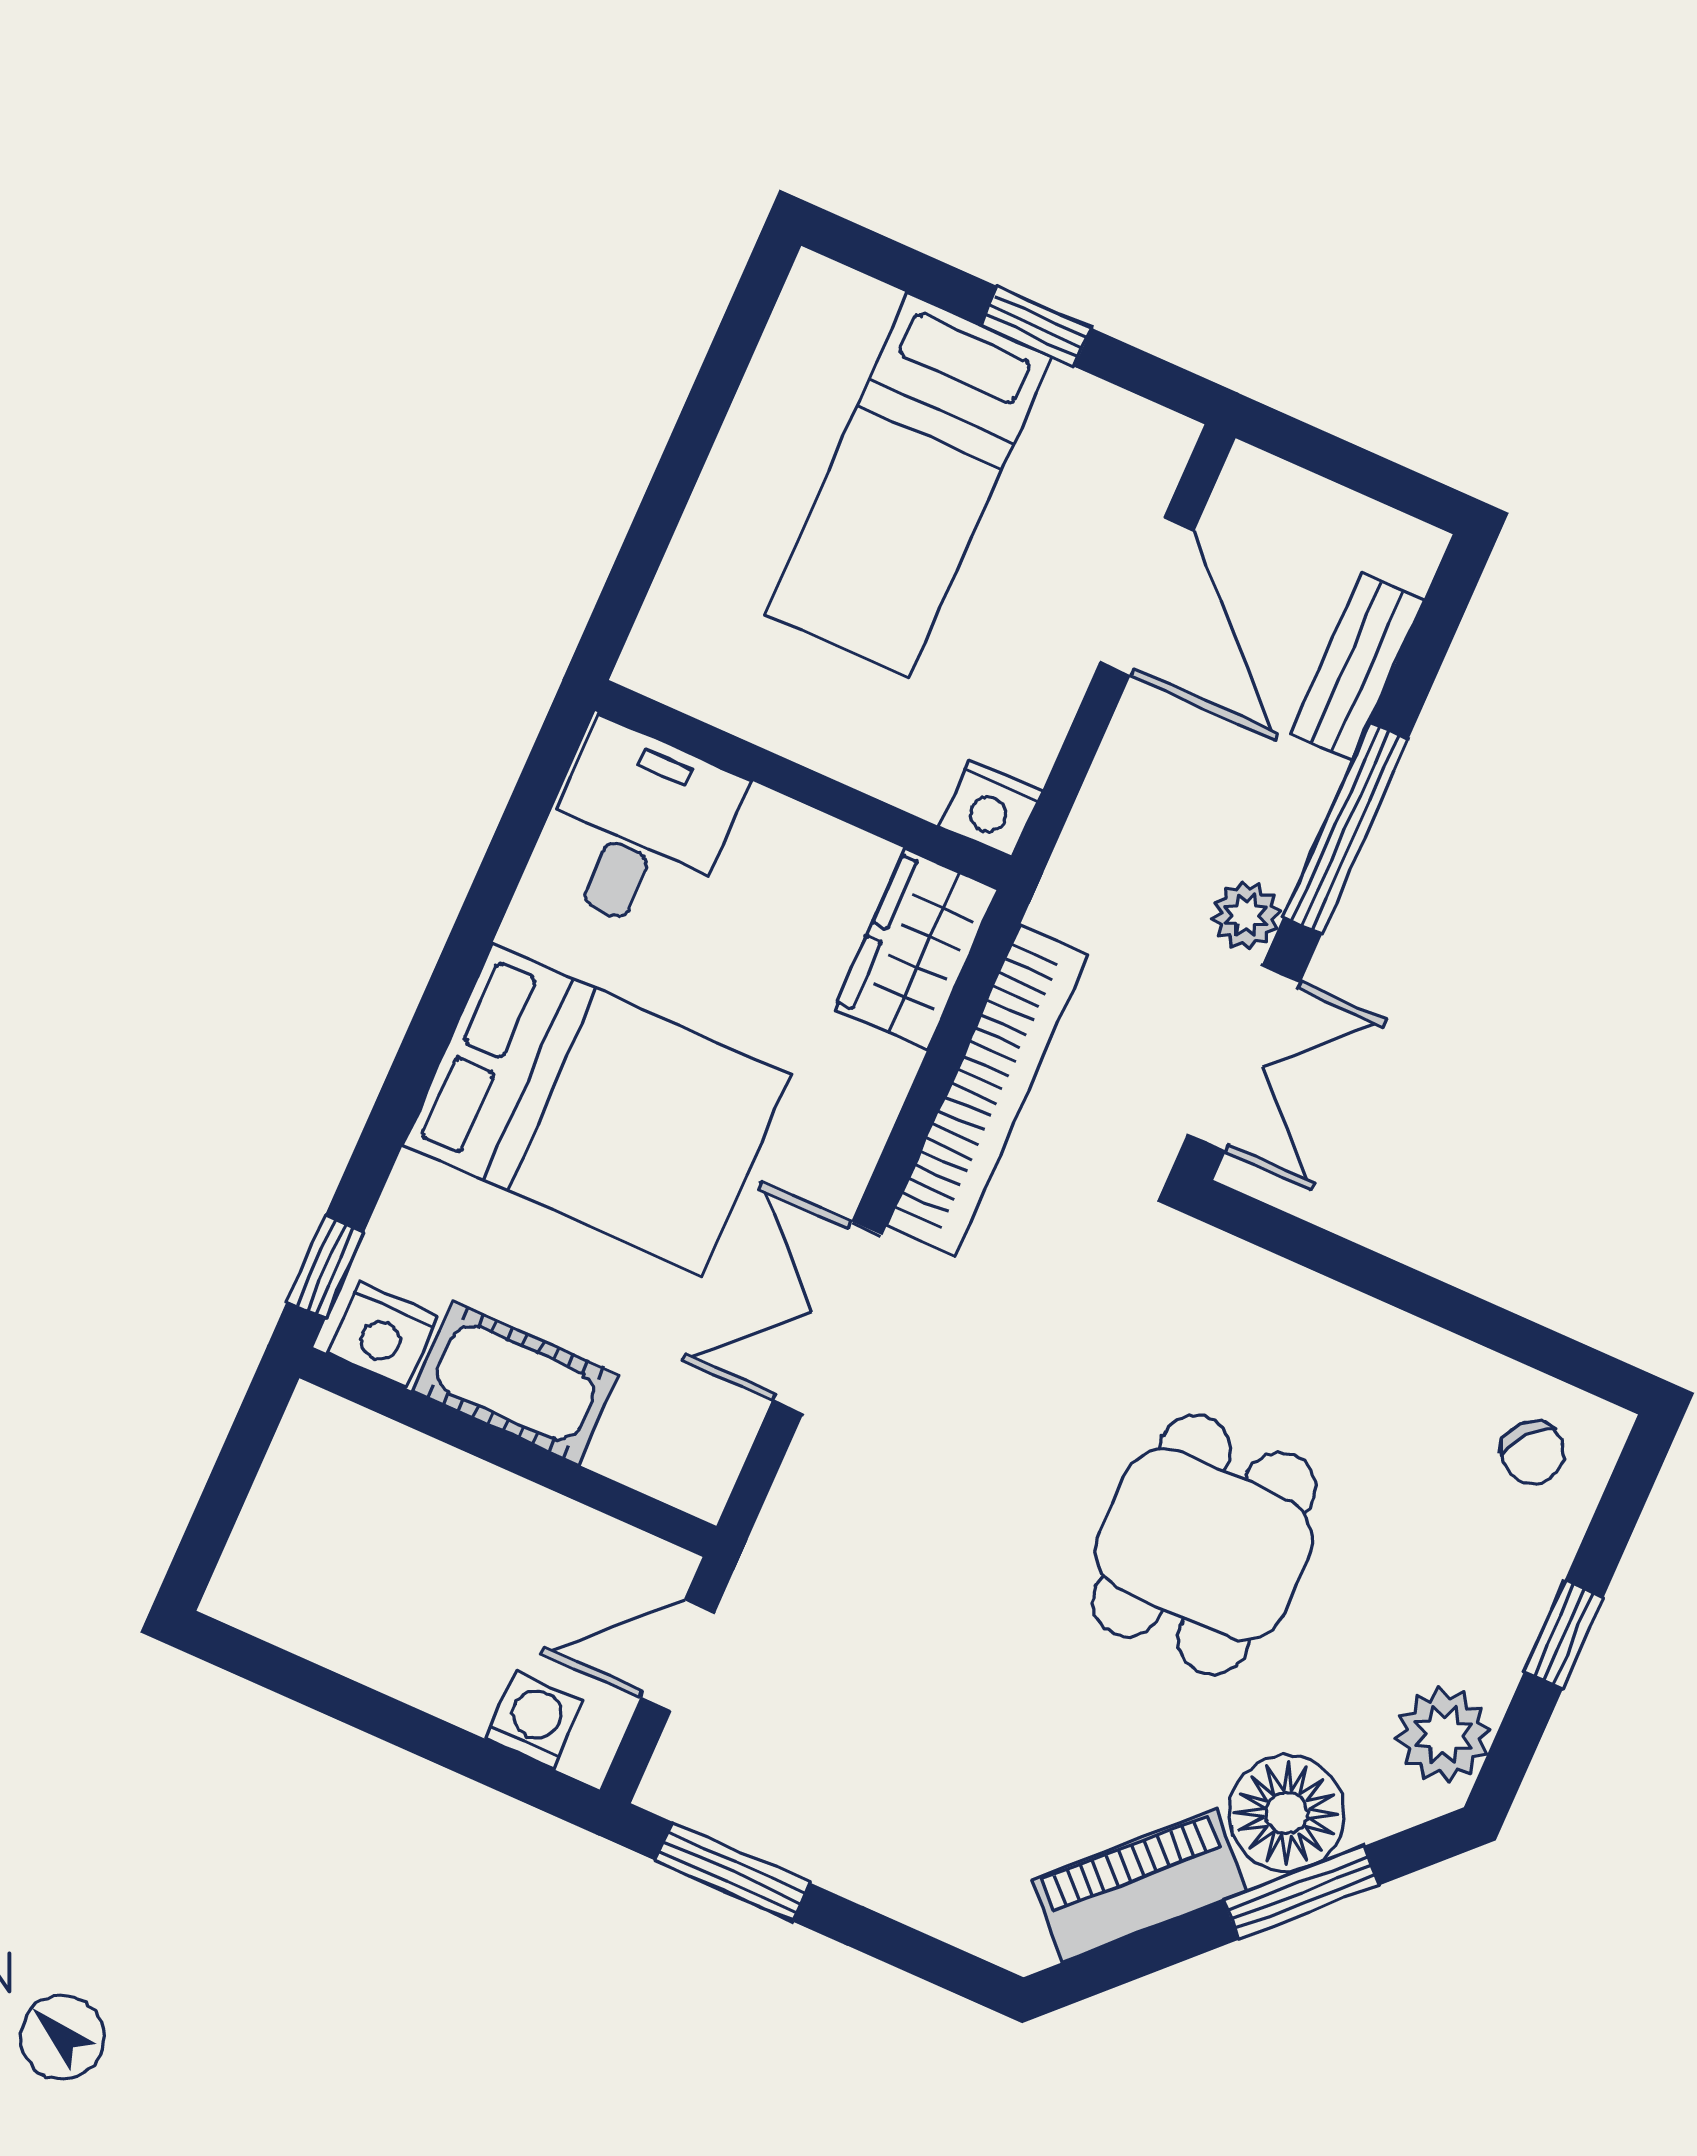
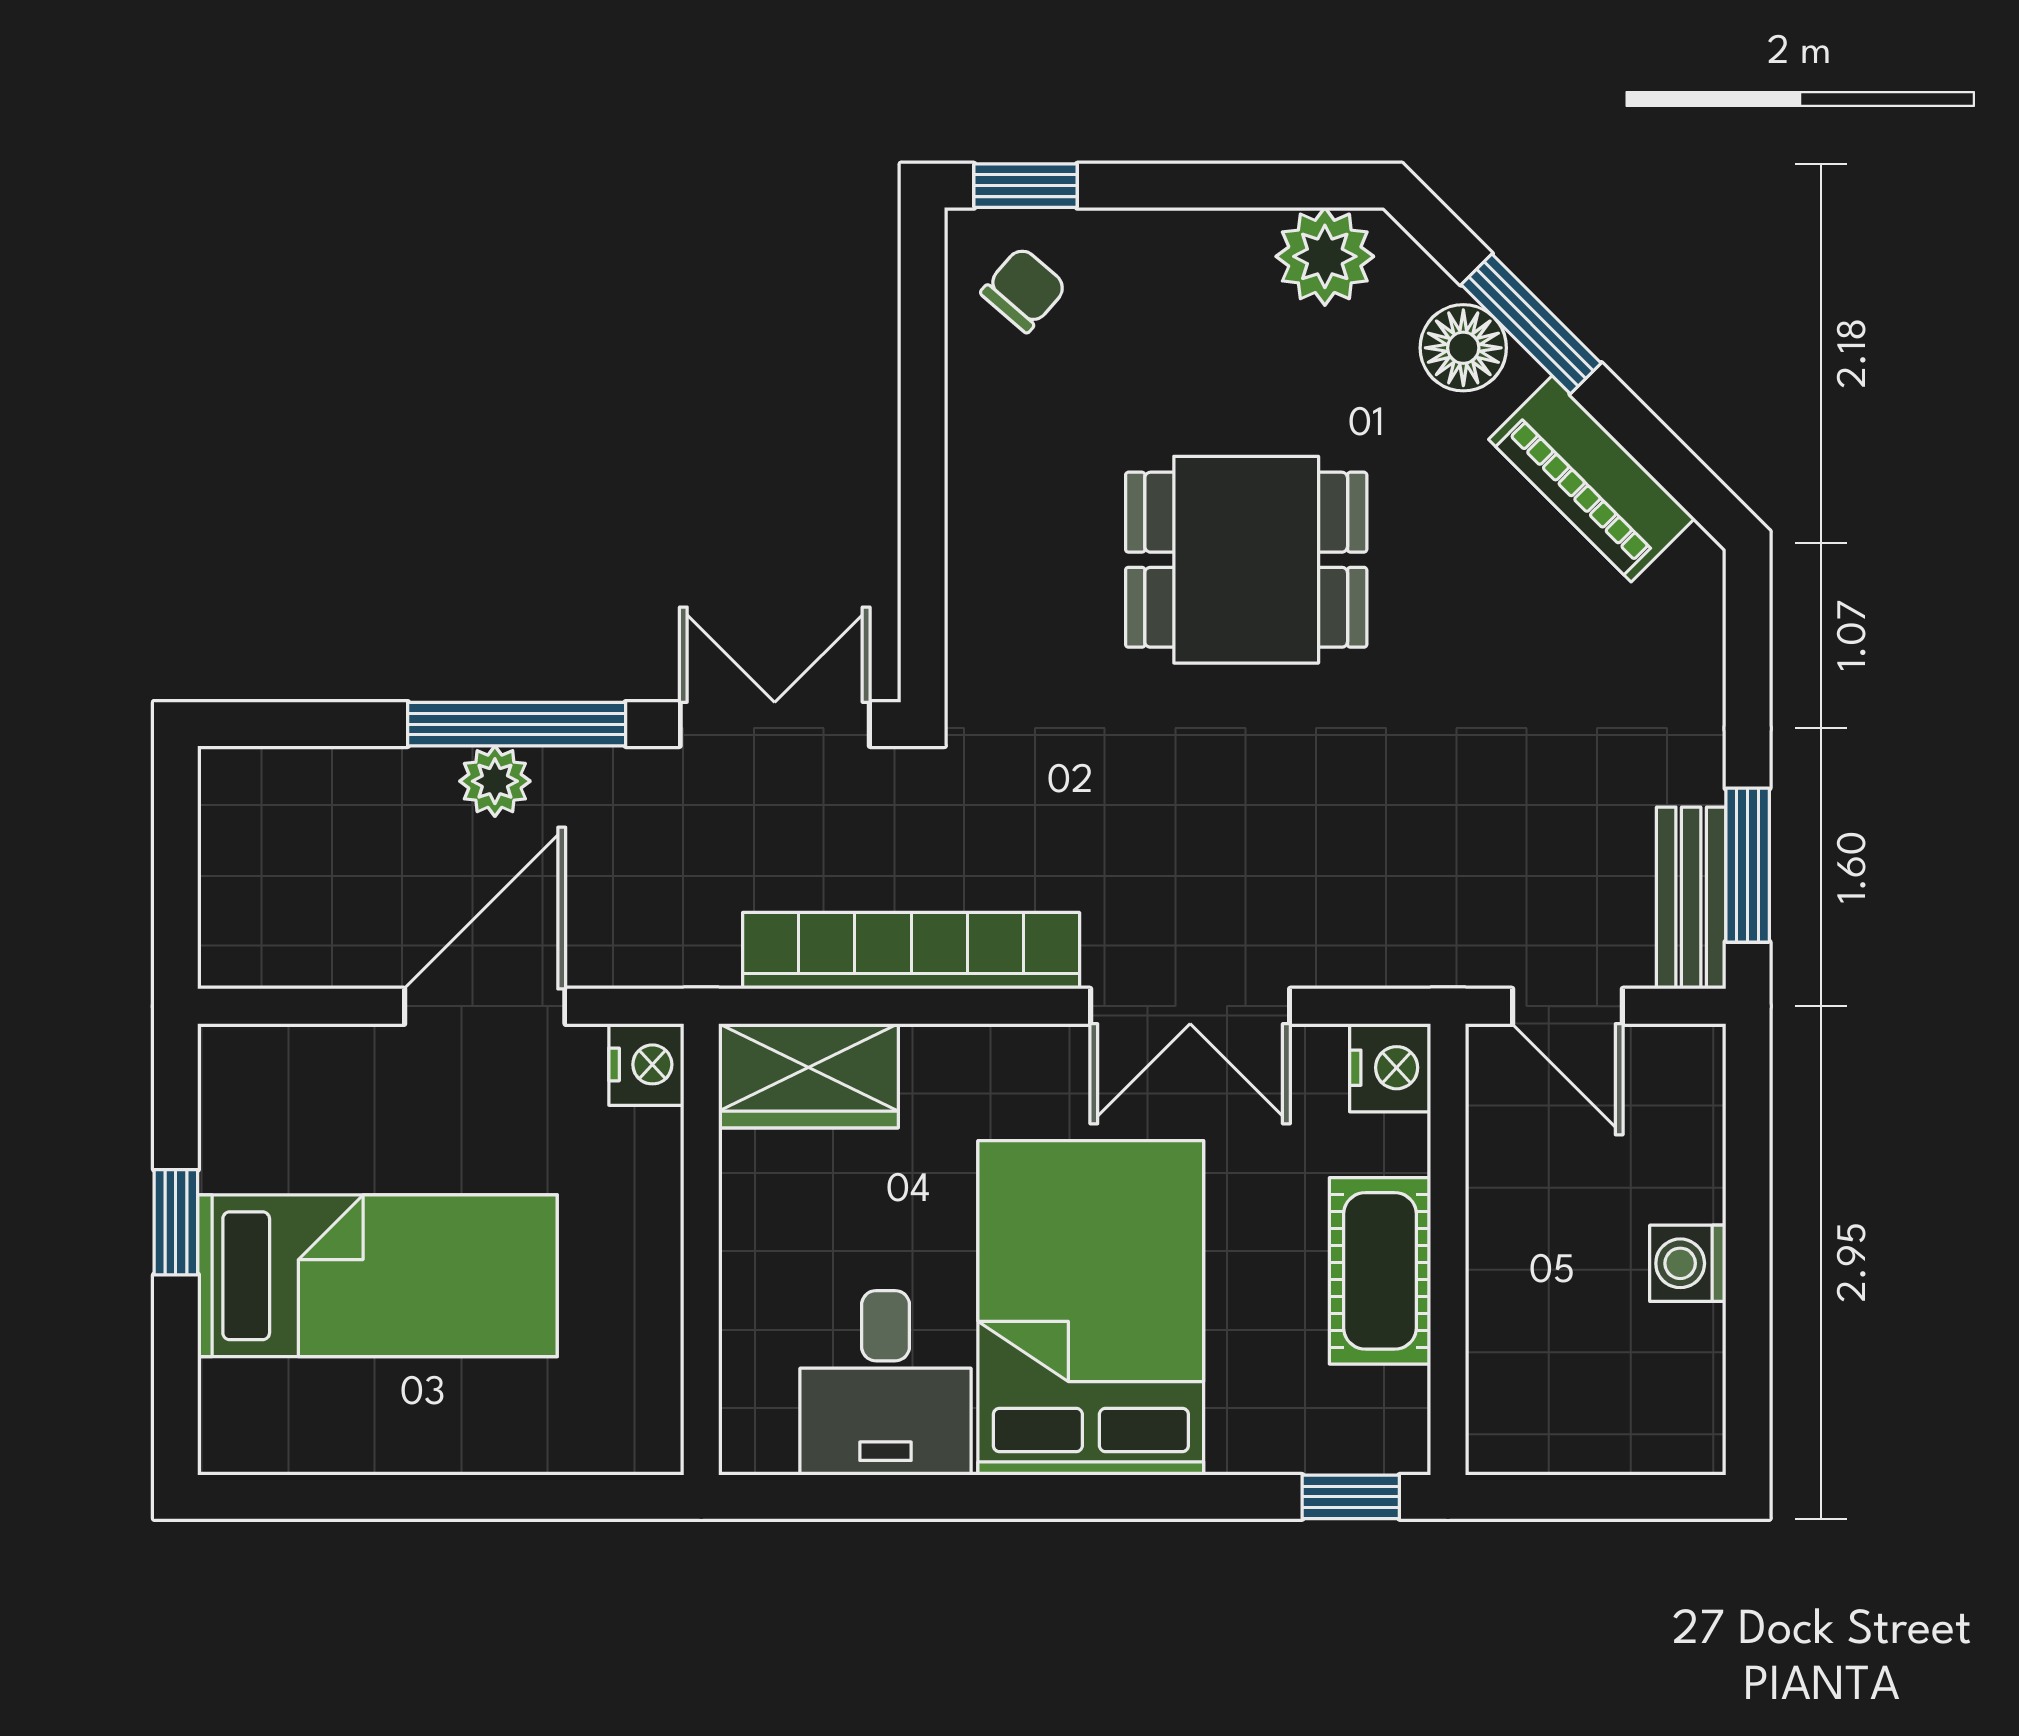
door: (1147, 596) -> (485, 1006), moved
bench: (1357, 667) -> (1691, 898), moved, turned 90
desk: (638, 829) -> (886, 1383), moved, turned -90
plant: (1246, 915) -> (495, 781), moved
nightstand: (383, 1335) -> (1390, 1068), moved
window: (1564, 1635) -> (1026, 186), moved
washing machine: (535, 1720) -> (1688, 1263), moved
floor lamp: (1287, 1813) -> (1463, 348), width x0.73, depth x0.73

